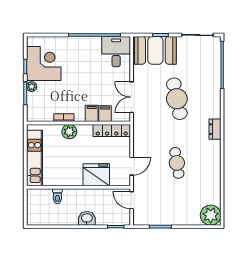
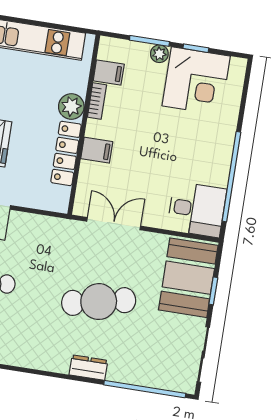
filing cabinet: (105, 114) -> (109, 73), moved
dresser: (215, 129) -> (88, 368), moved
locker: (112, 130) -> (66, 153), moved

